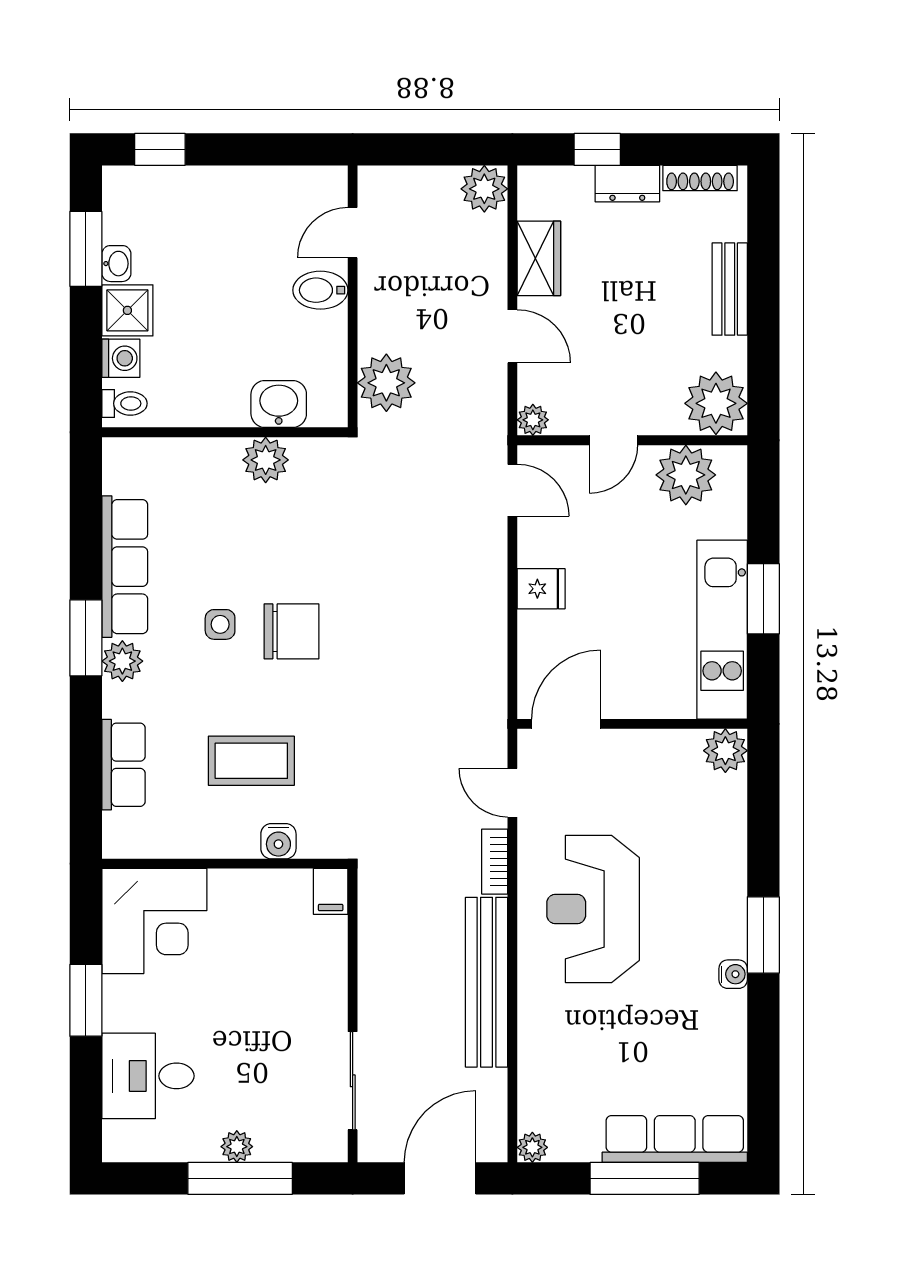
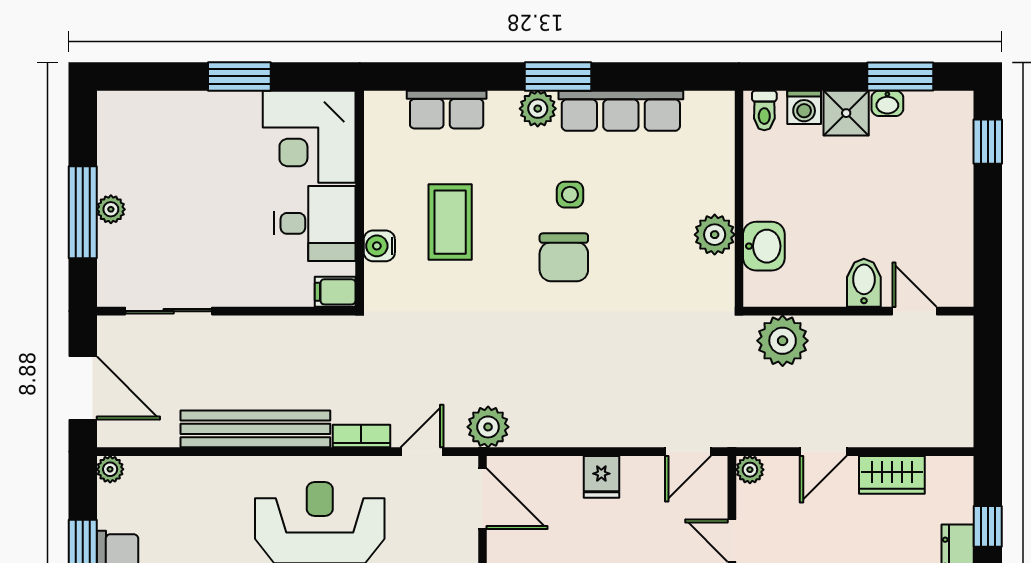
plant: (484, 189) -> (488, 427), moved
desk: (148, 1076) -> (315, 223), moved, turned 90

